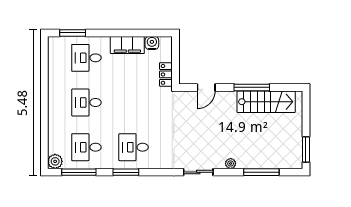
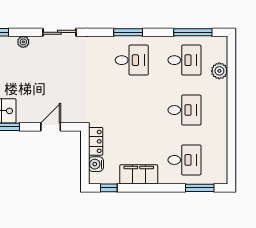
window: (154, 33) -> (109, 188), added
water cooler: (152, 43) -> (96, 164), moved, turned 90
plant: (55, 161) -> (219, 71), moved
window: (126, 172) -> (128, 32), moved

